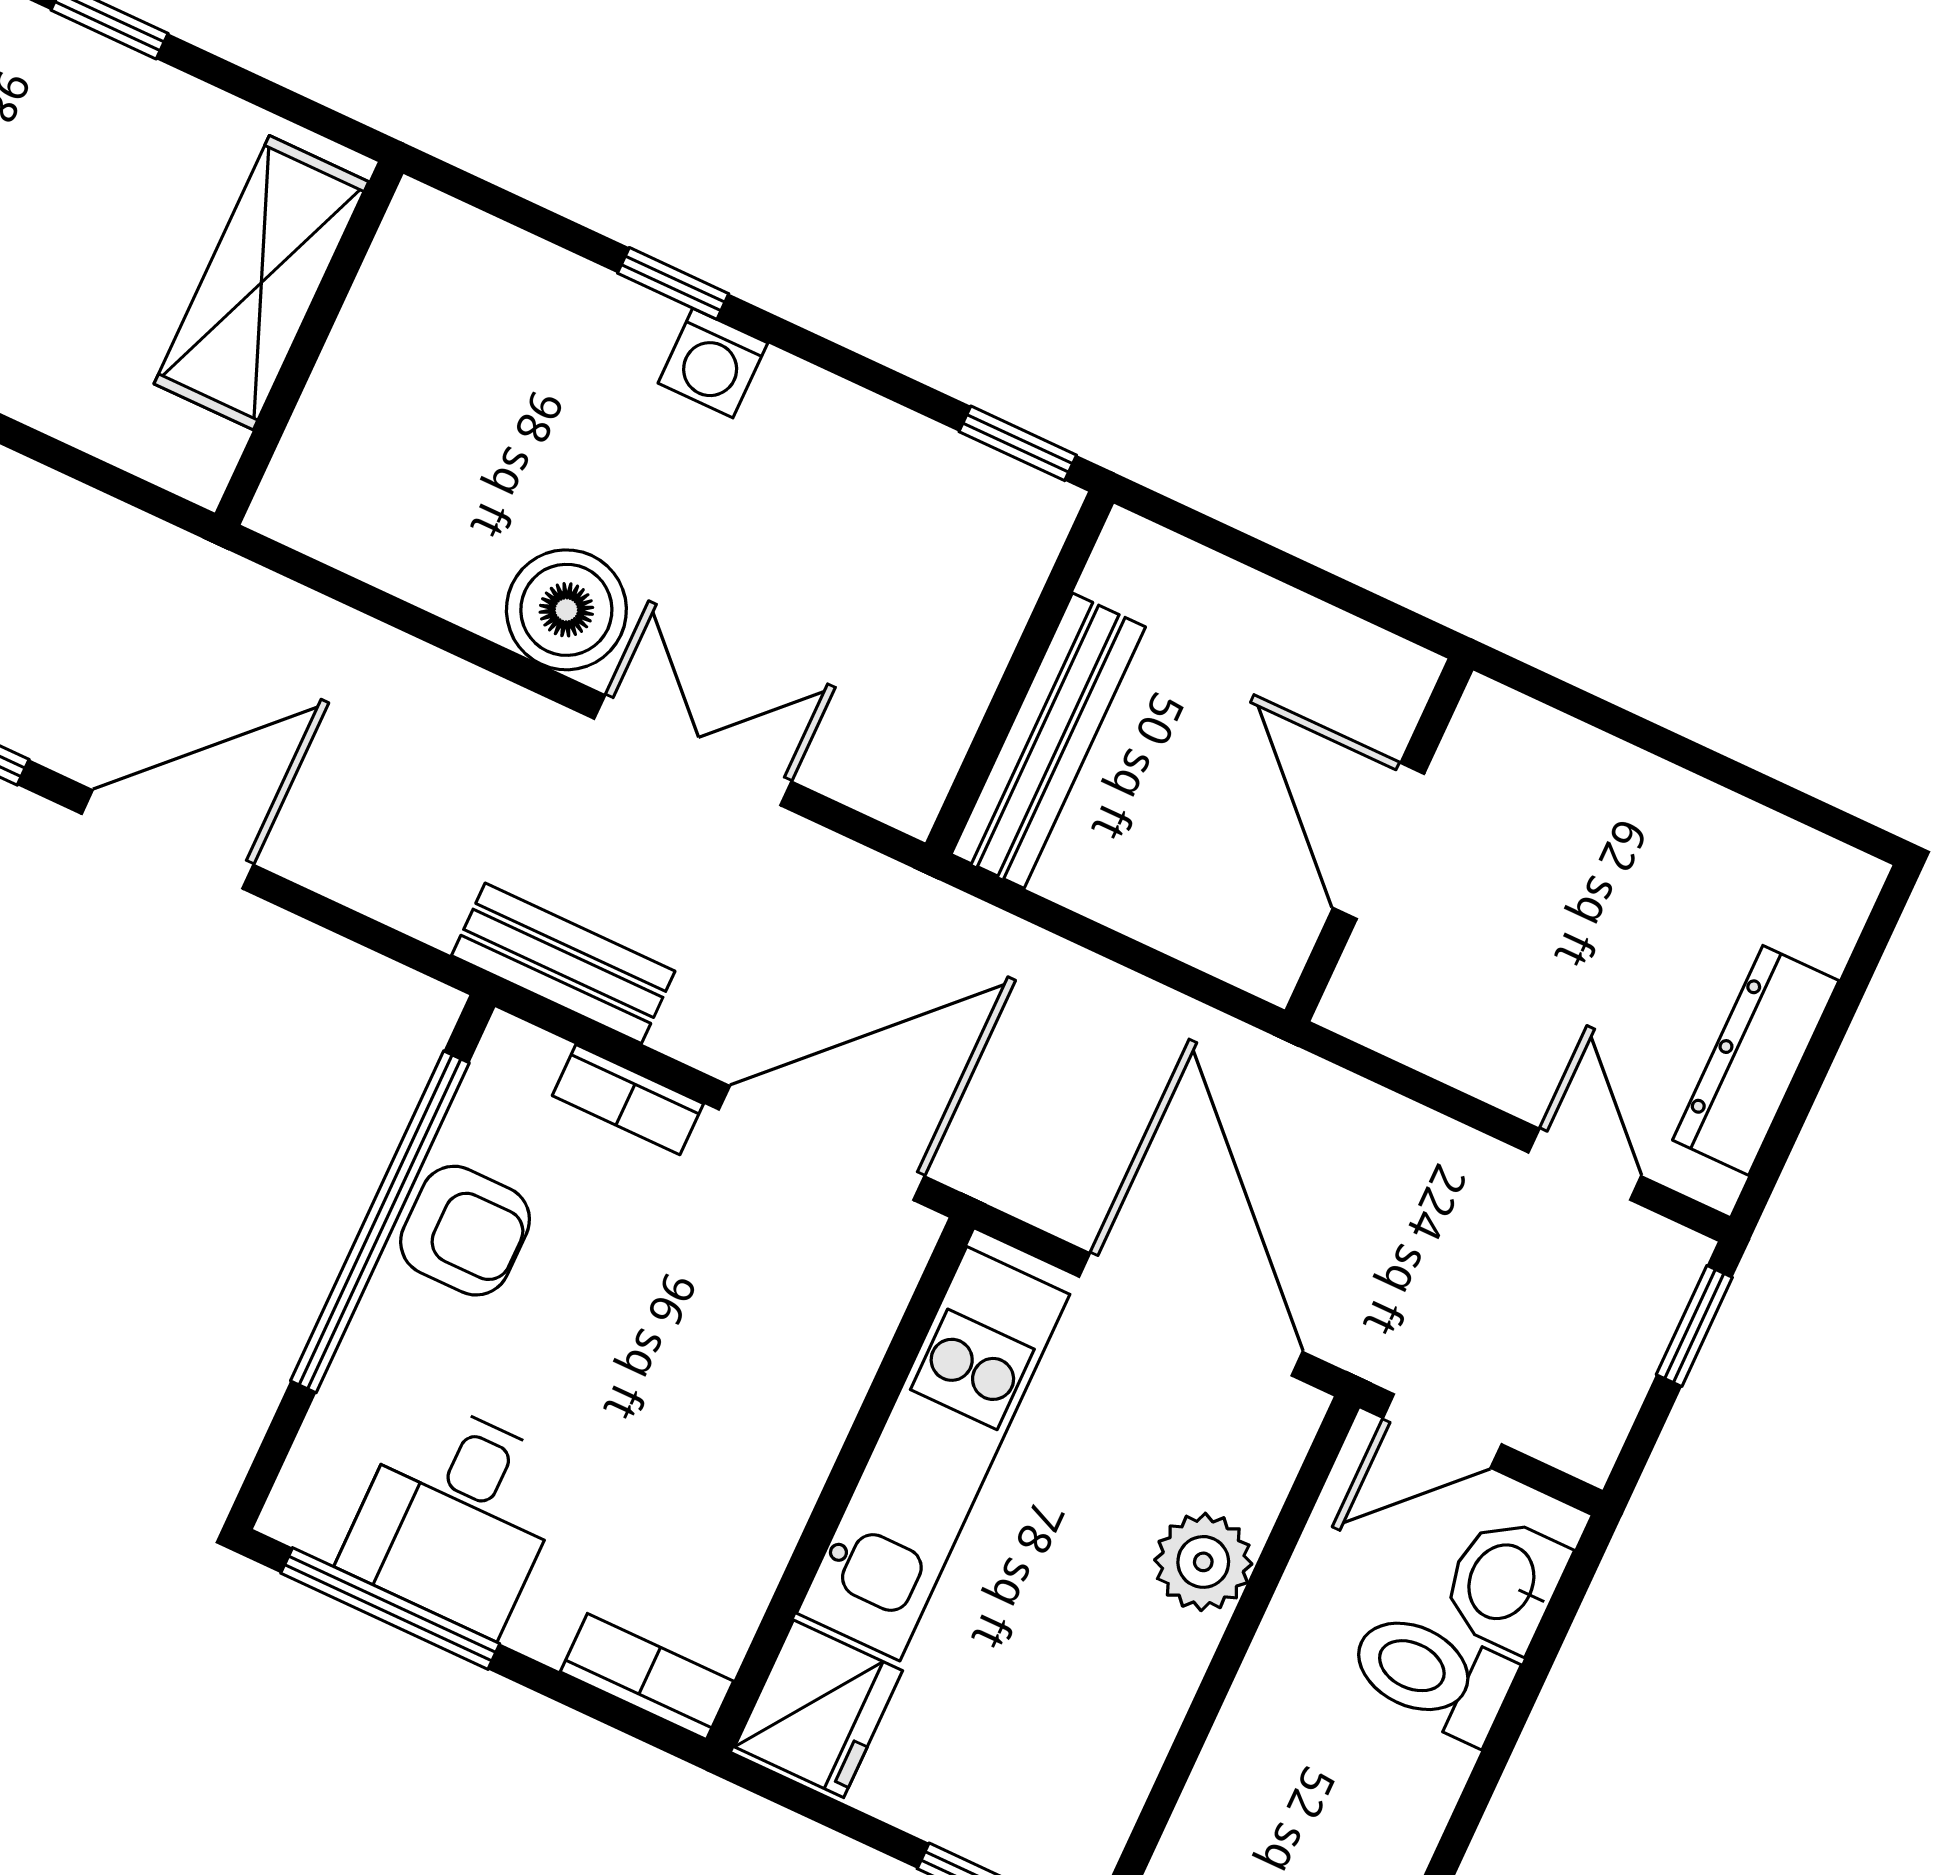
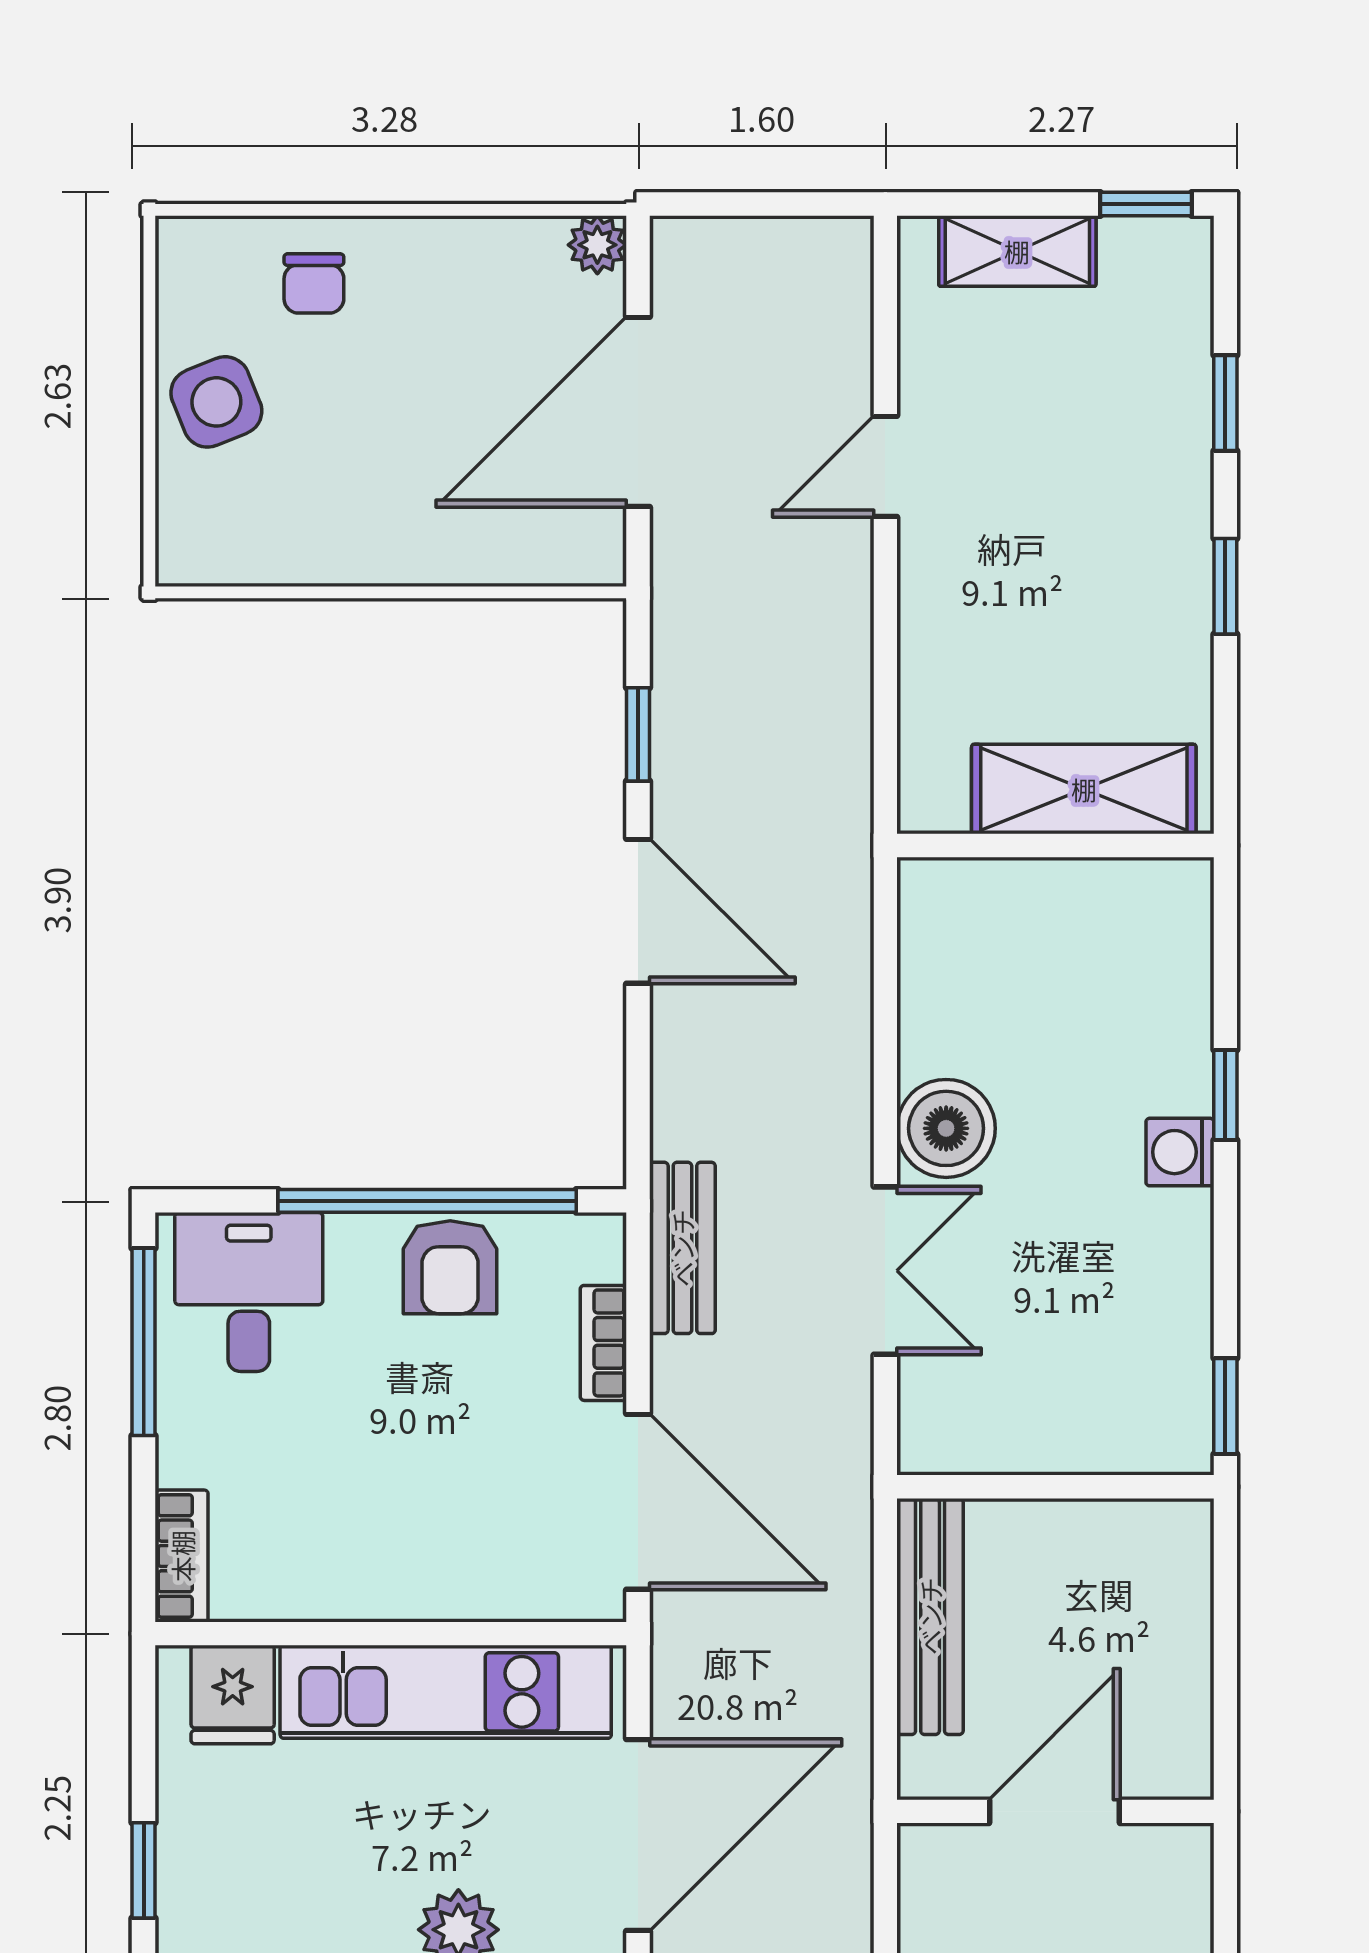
bench: (1048, 741) -> (930, 1616), moved, turned 90
desk: (456, 1516) -> (249, 1292), moved, turned 90
fridge: (819, 1709) -> (233, 1695), width x0.72

